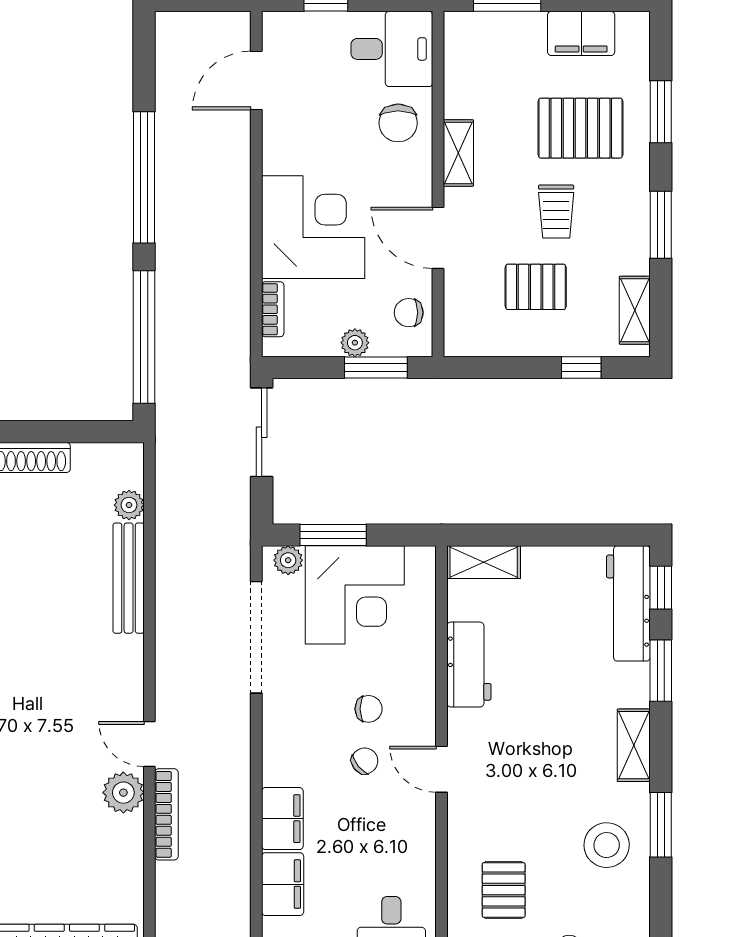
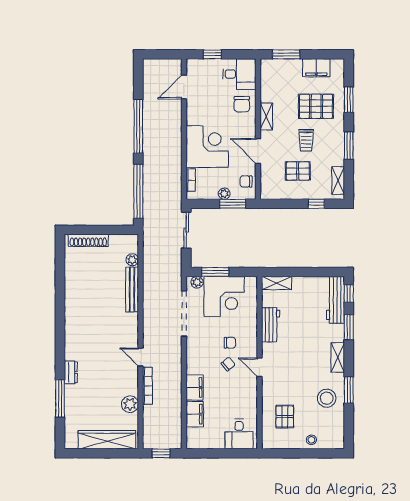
plant: (123, 793) -> (130, 404), moved

